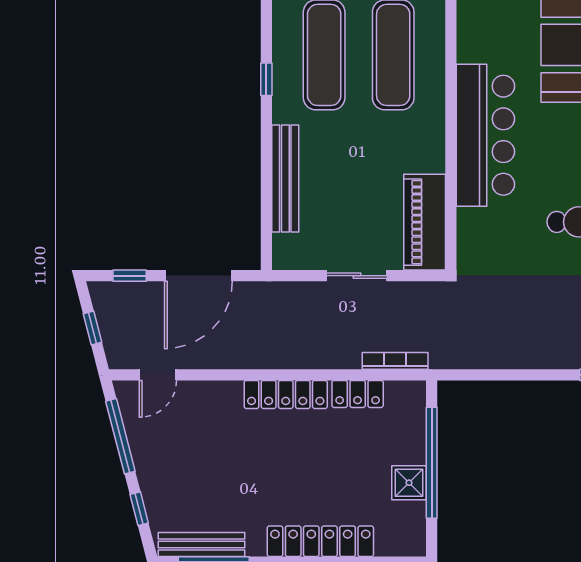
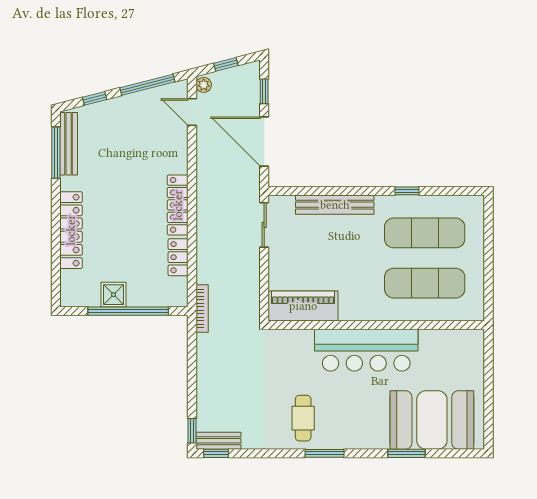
sliding door: (357, 276) -> (264, 225), moved
plant: (121, 359) -> (204, 85), added
bookcase: (395, 361) -> (202, 309), moved

